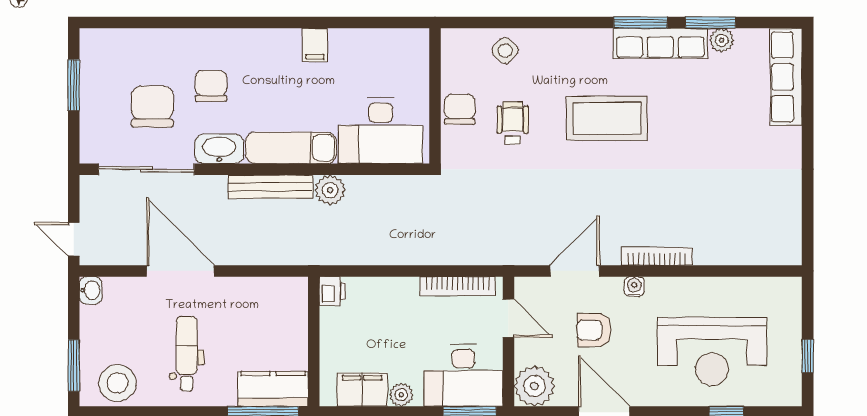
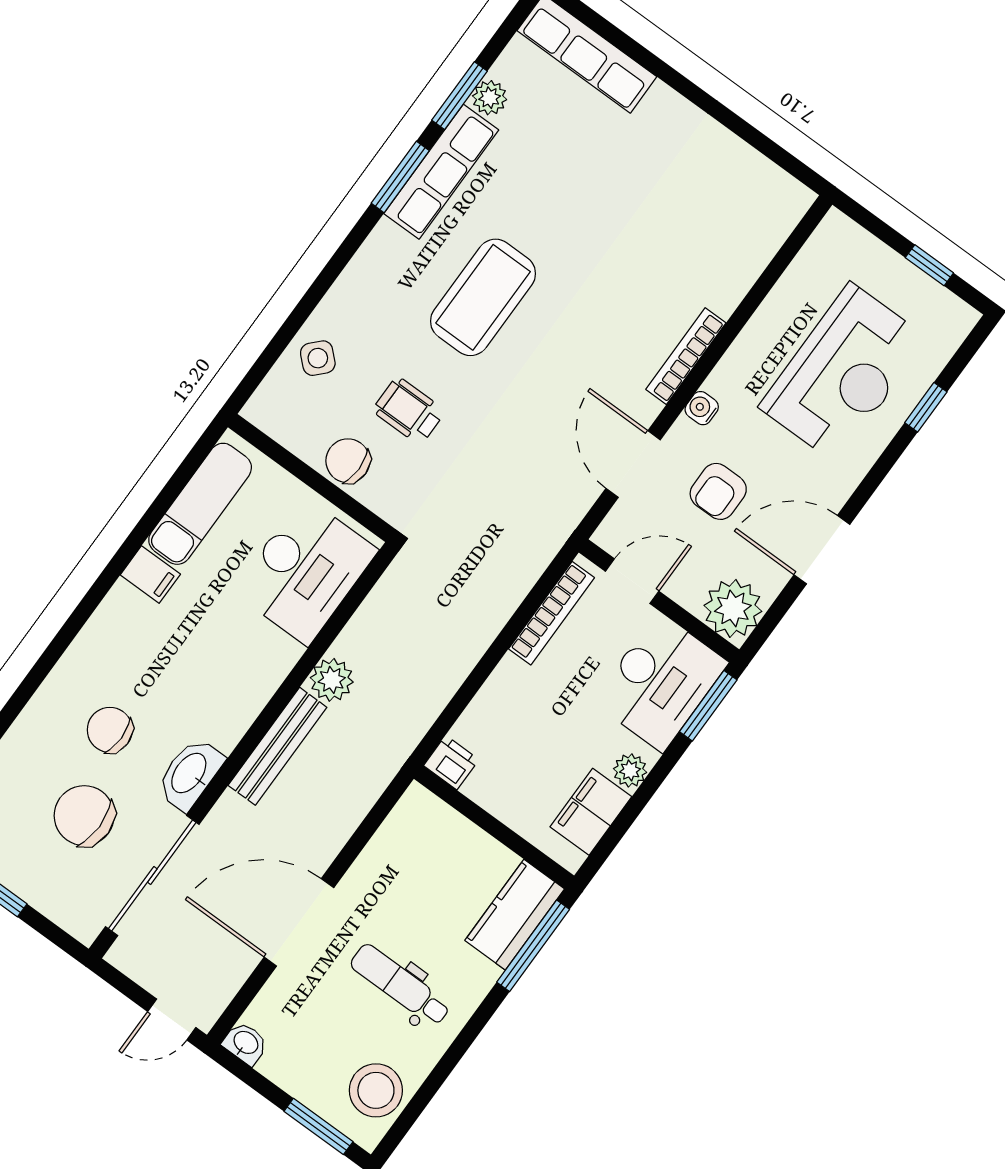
exam couch: (291, 148) -> (200, 504), moved, turned 180

